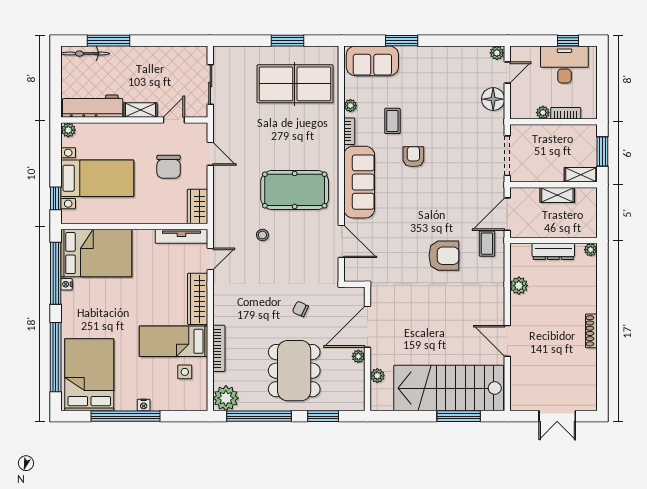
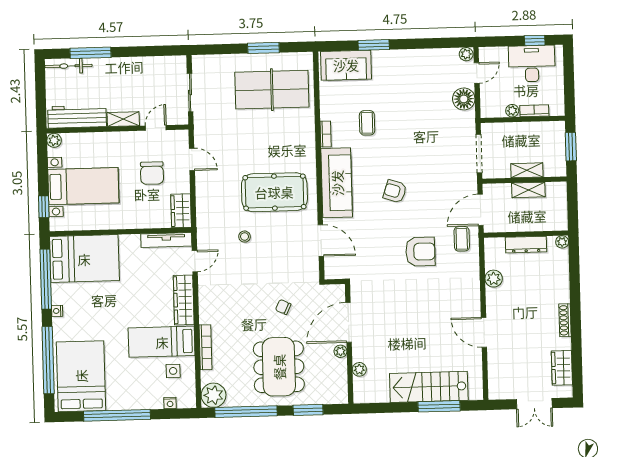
plant: (350, 106) -> (326, 109), removed
armchair: (413, 157) -> (395, 191), moved, turned -72
shelving: (581, 175) -> (527, 170), moved
nightstand: (66, 284) -> (57, 311), moved
wardrobe: (587, 380) -> (562, 368), added
stairs: (449, 388) -> (429, 387), width x0.73, depth x0.66
nightstand: (144, 405) -> (170, 403), moved

